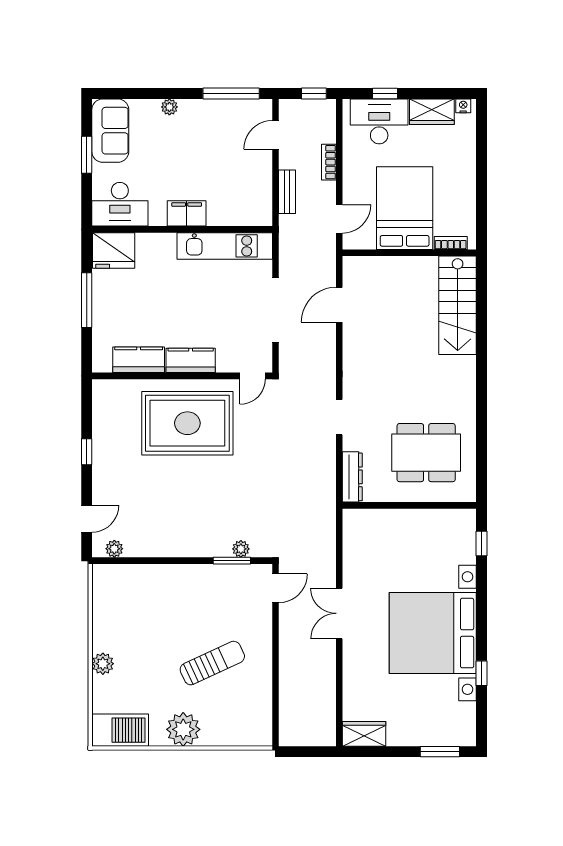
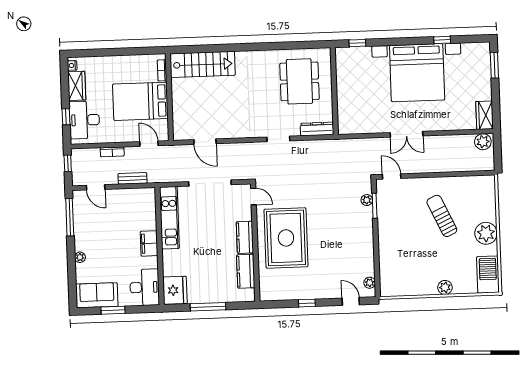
plant: (324, 730) -> (483, 142), added

